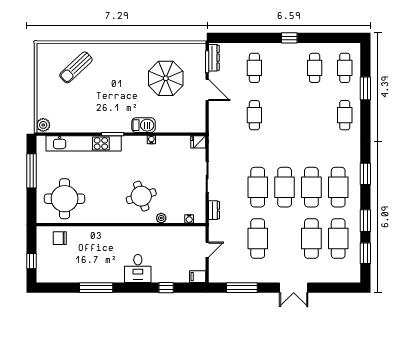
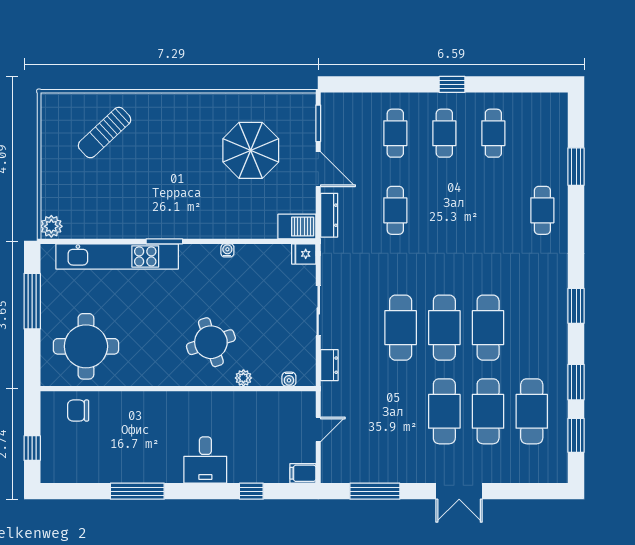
dresser: (214, 58) -> (329, 215), moved
cafe table: (345, 68) -> (444, 133), moved
barbecue: (143, 125) -> (297, 227), moved
cafe table: (338, 187) -> (532, 328), removed
cafe table: (258, 239) -> (444, 411), moved

